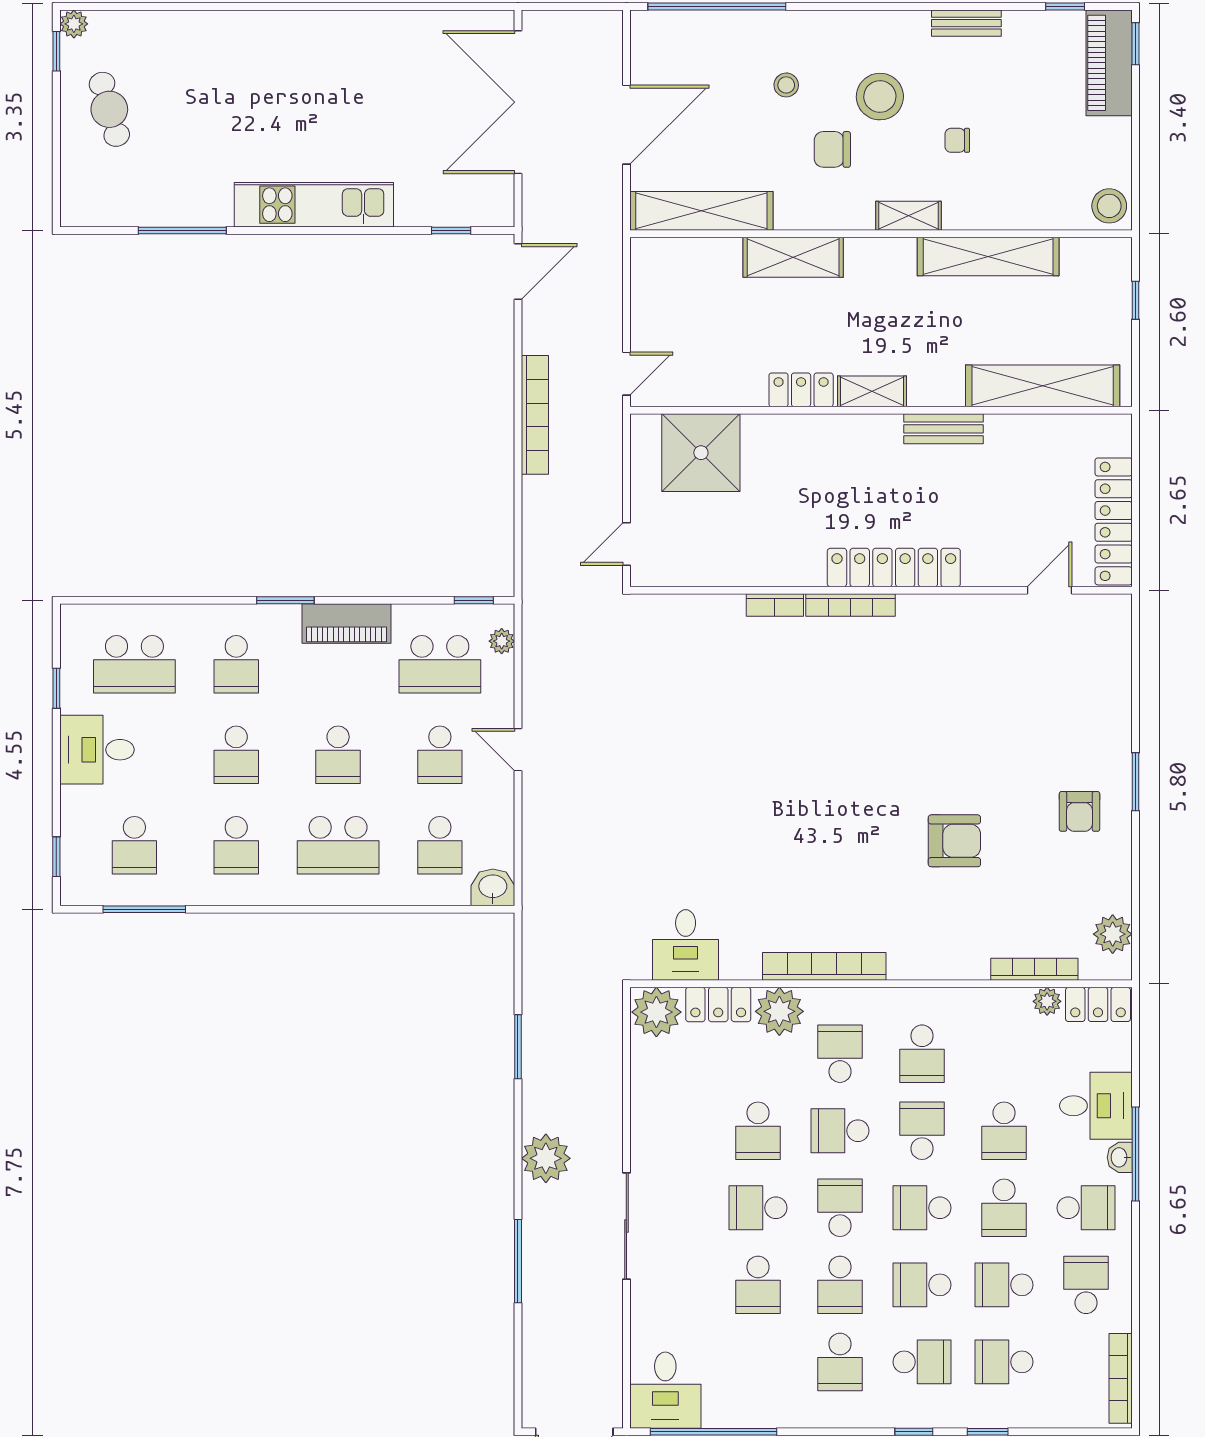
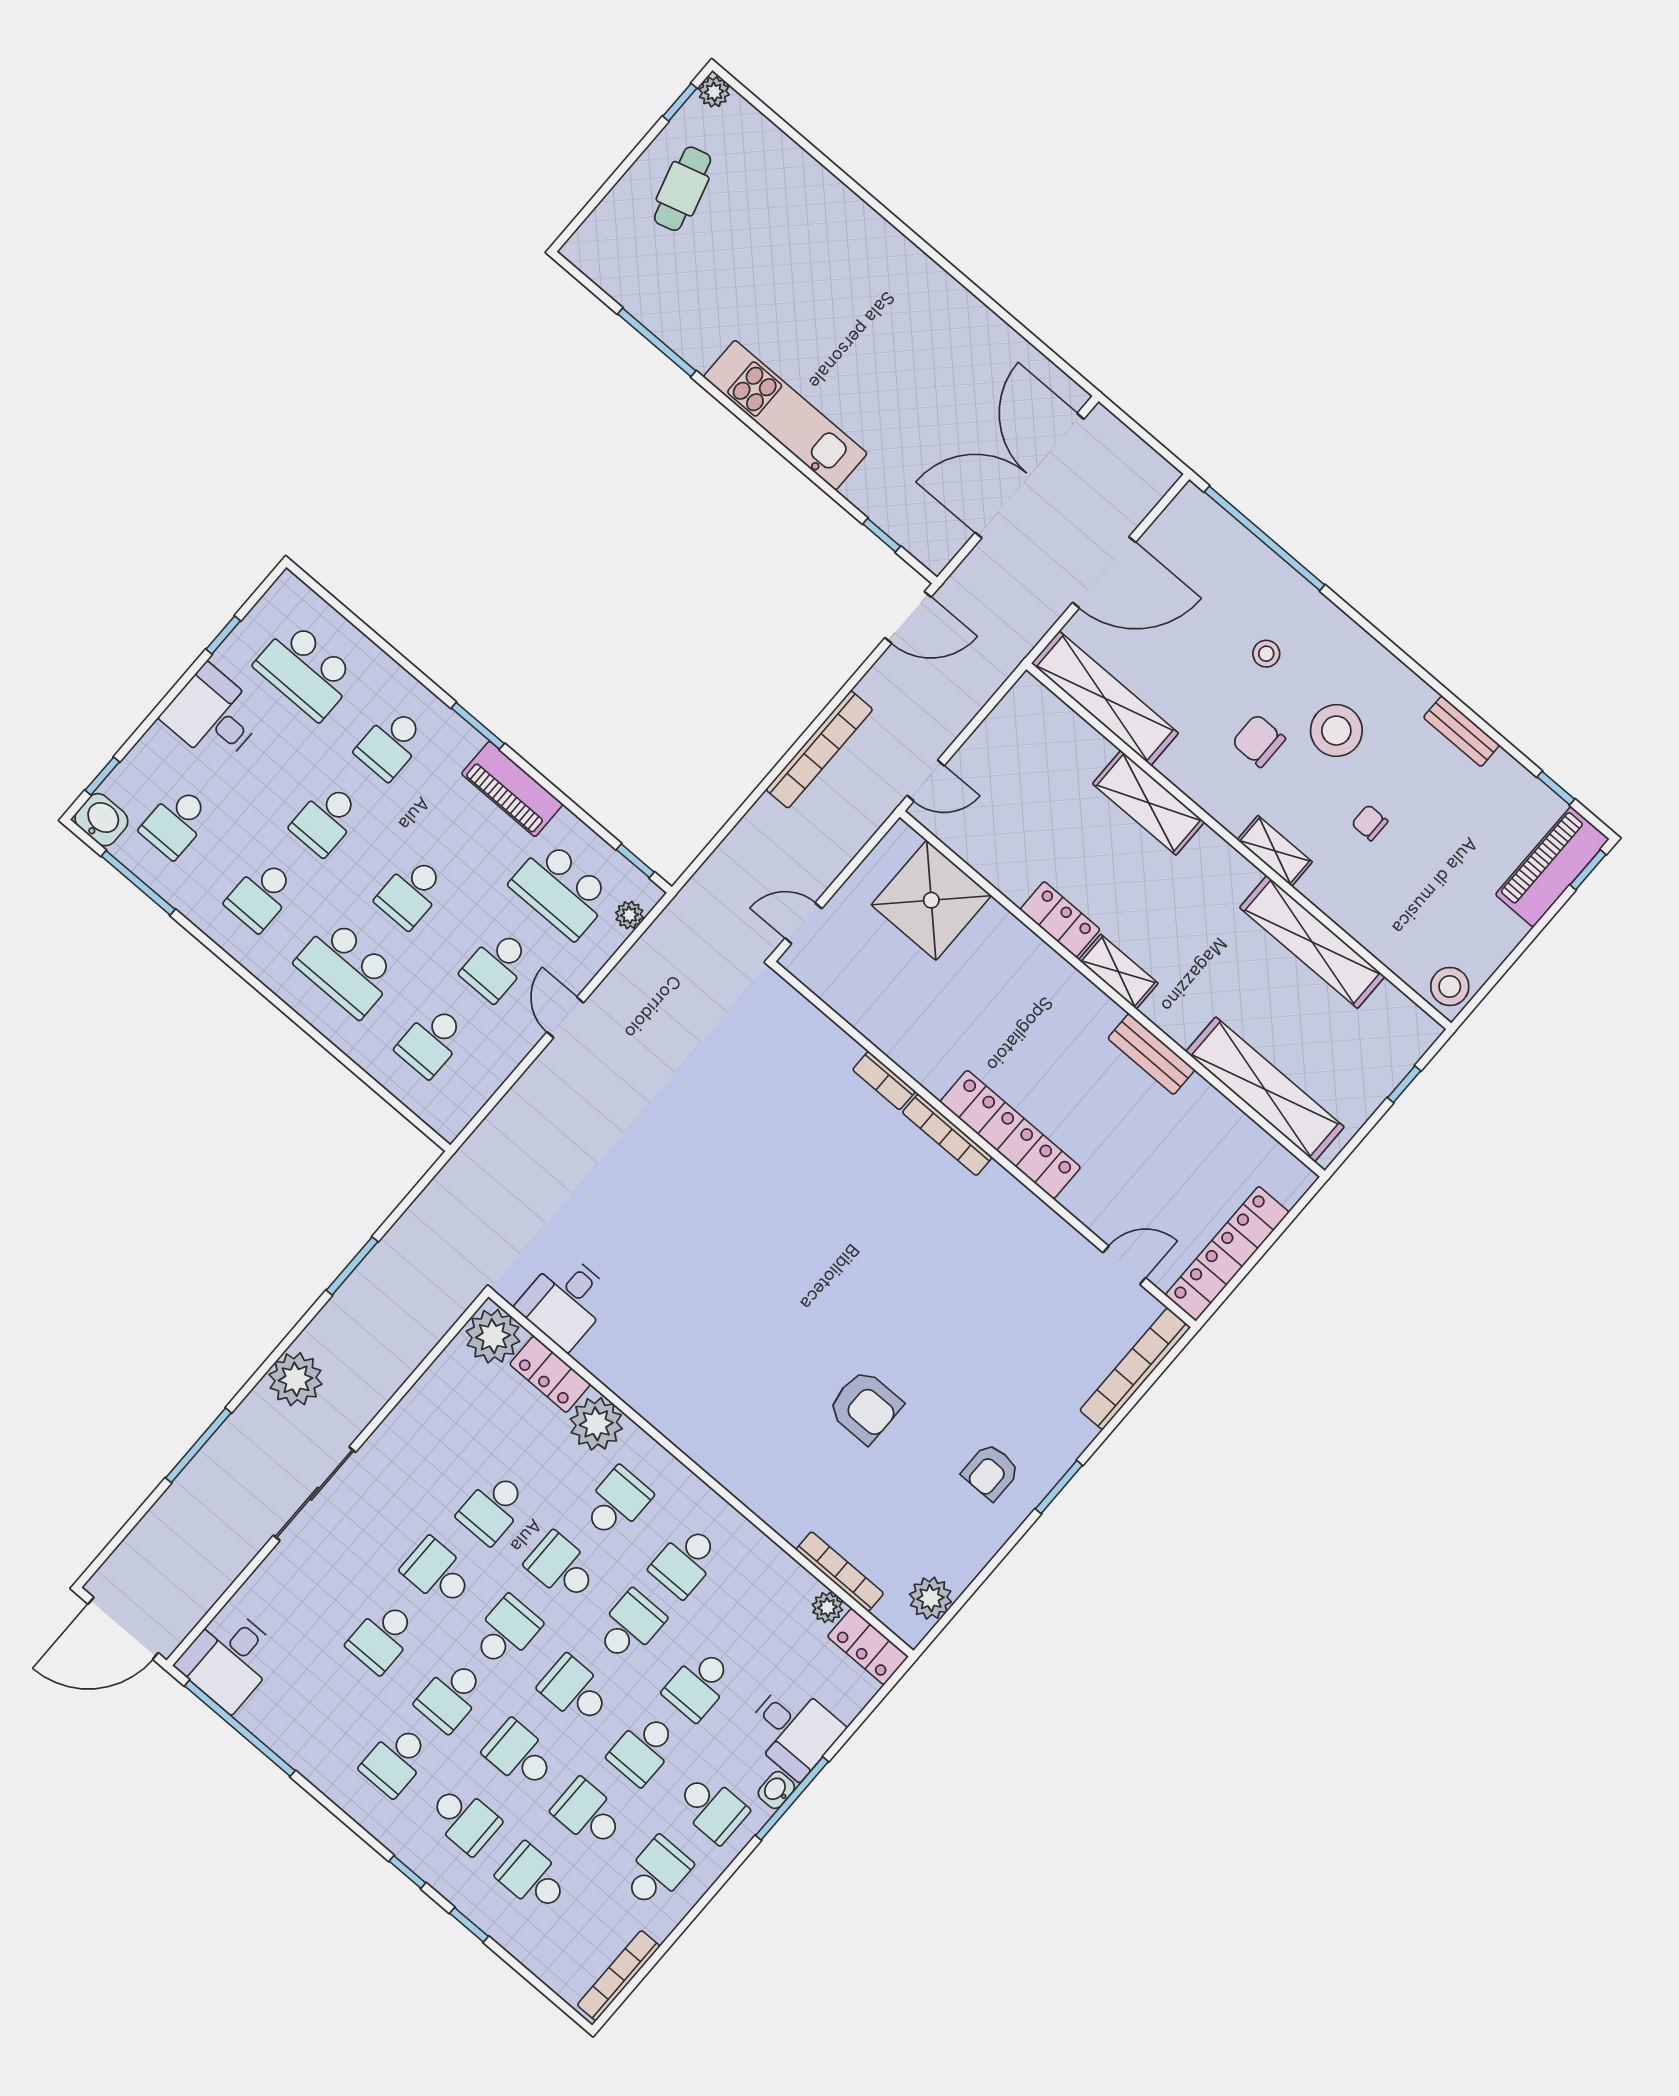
washbasin: (493, 887) -> (101, 820), moved
bookcase: (824, 966) -> (1135, 1369), moved, turned -90

